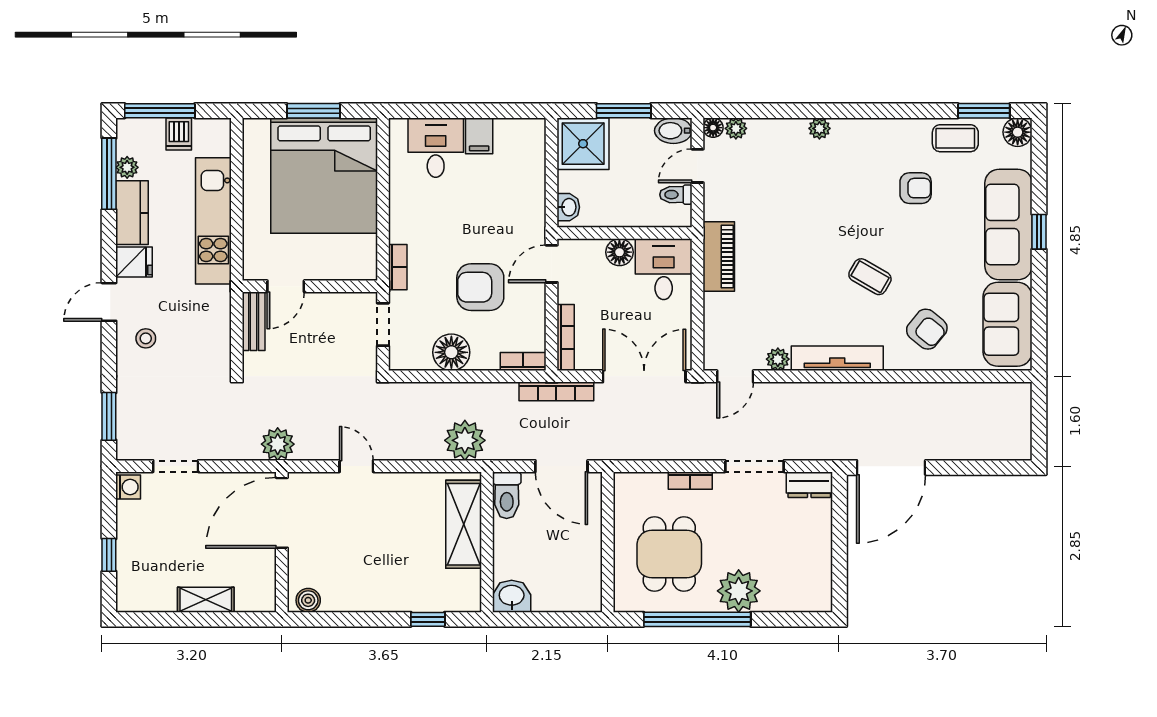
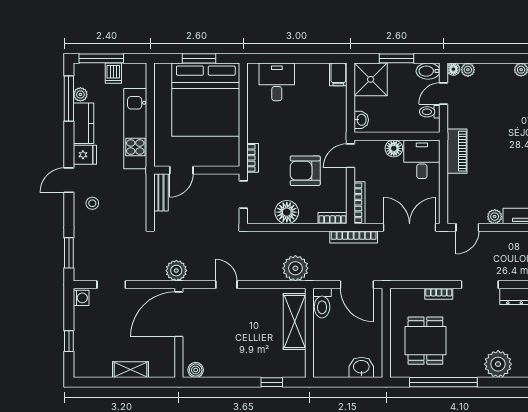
filing cabinet: (479, 136) -> (338, 74), moved
plant: (739, 591) -> (498, 364), moved
washbasin: (512, 596) -> (361, 367), moved

